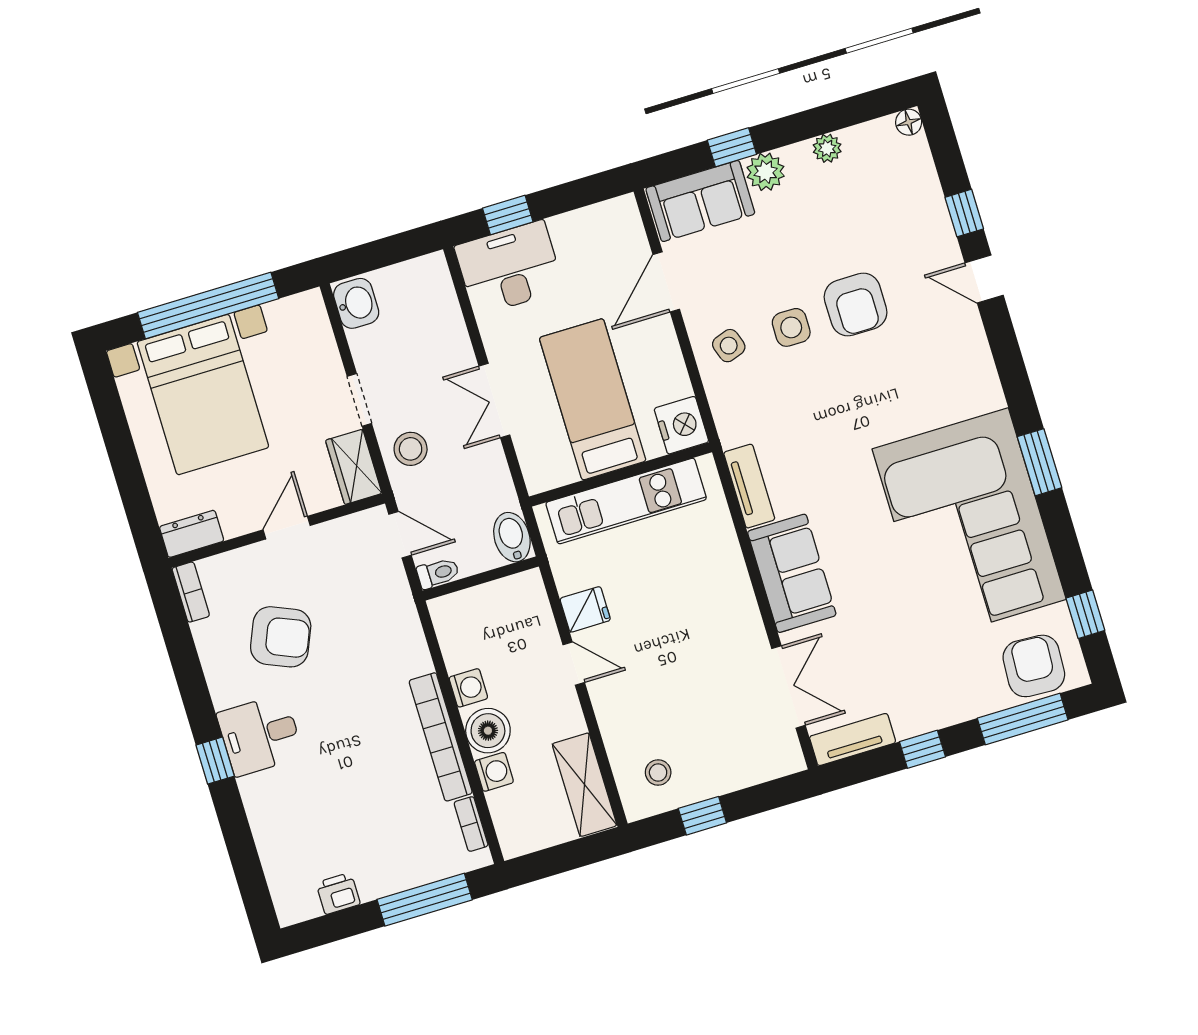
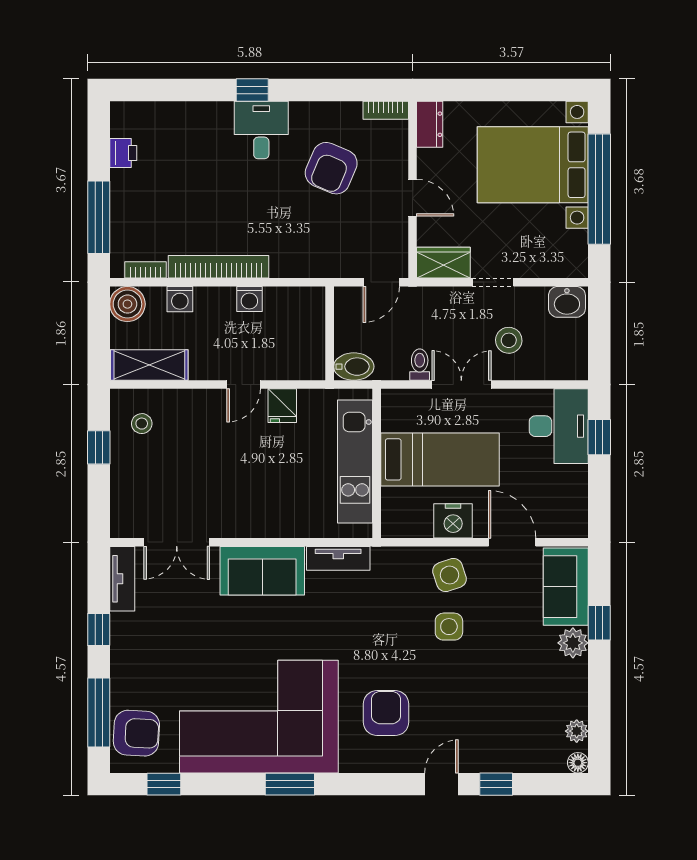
plant: (827, 148) -> (577, 731), moved
armchair: (856, 305) -> (386, 713), moved, turned 90
side table: (729, 346) -> (450, 575), width x1.37, depth x1.37
nightstand: (681, 425) -> (453, 521), moved
stool: (411, 449) -> (509, 340), moved
toilet: (438, 573) -> (420, 365), moved, turned 180
boiler: (488, 731) -> (127, 304), moved

